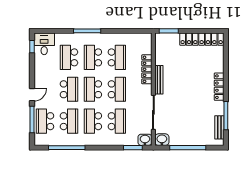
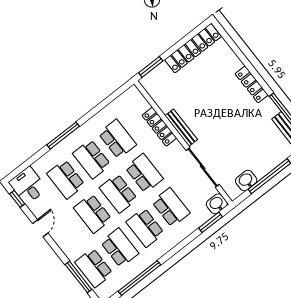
school desk: (69, 89) -> (93, 213), turned 180
door: (32, 95) -> (40, 228), moved
washbasin: (162, 140) -> (246, 180), moved

